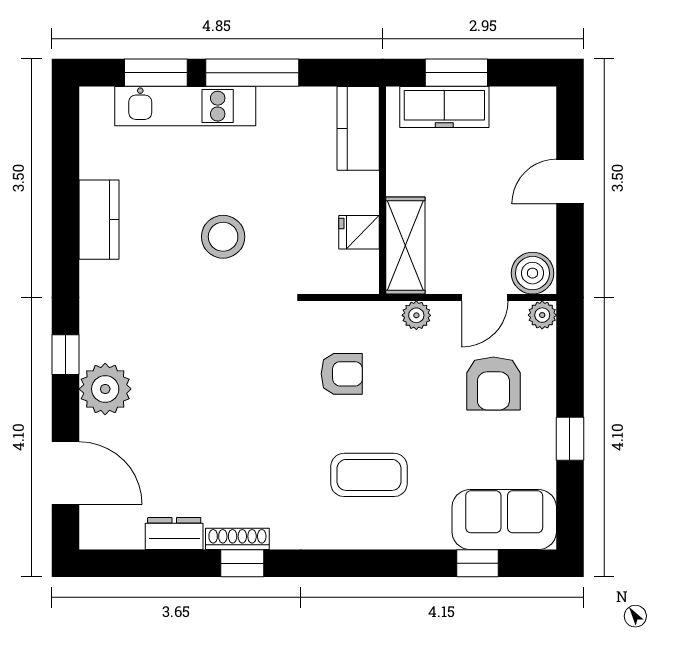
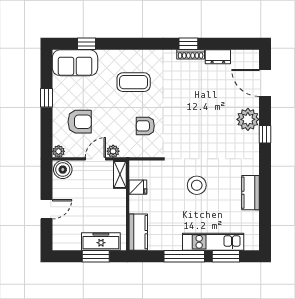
shelving: (405, 246) -> (120, 174), width x0.67, depth x0.75
door: (485, 298) -> (95, 159), moved
armchair: (493, 383) -> (80, 122), turned 90

